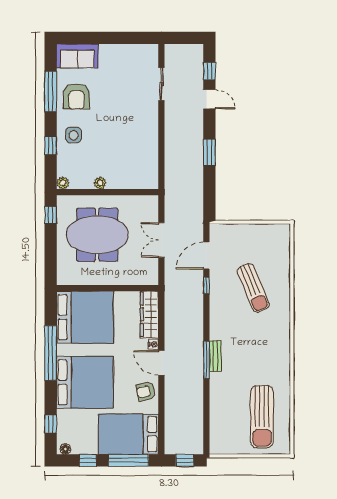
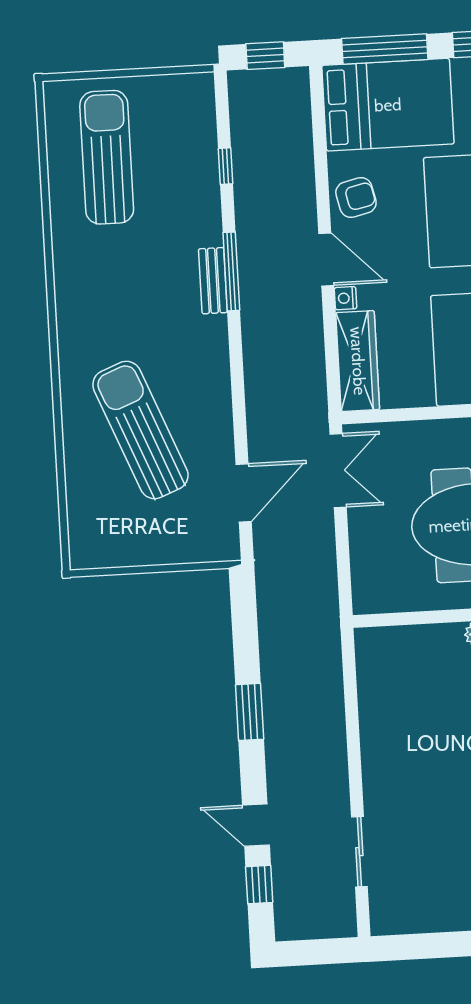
double door: (161, 240) -> (338, 471), moved
window: (206, 285) -> (225, 166), moved
sun lounger: (253, 288) -> (140, 430), width x1.36, depth x1.34

